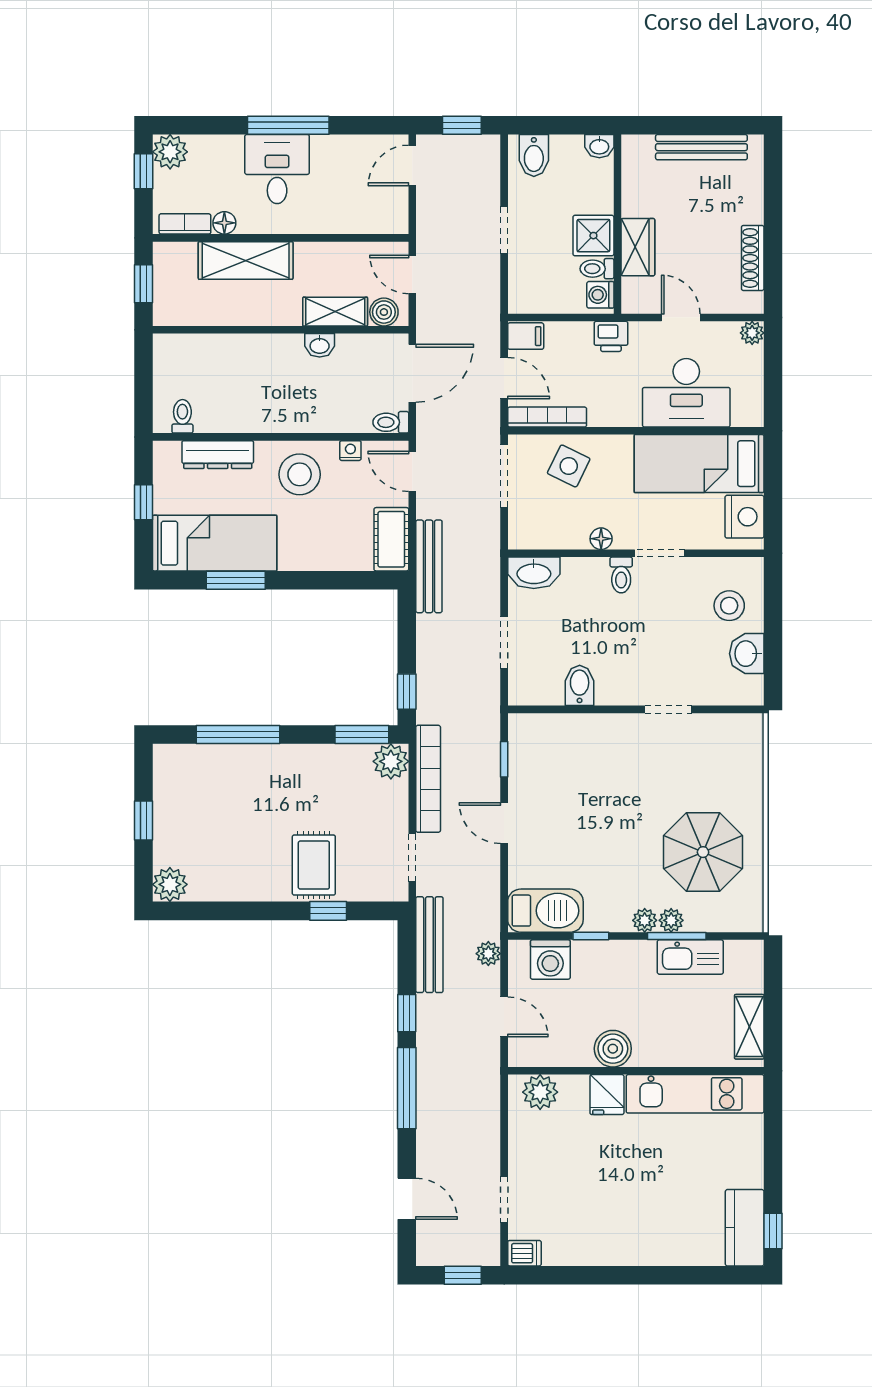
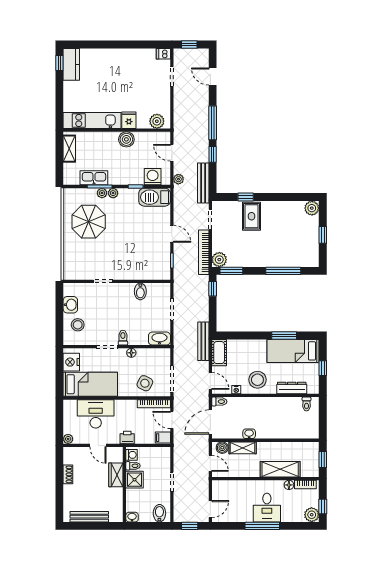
shoe rack: (753, 258) -> (68, 474), width x0.70

